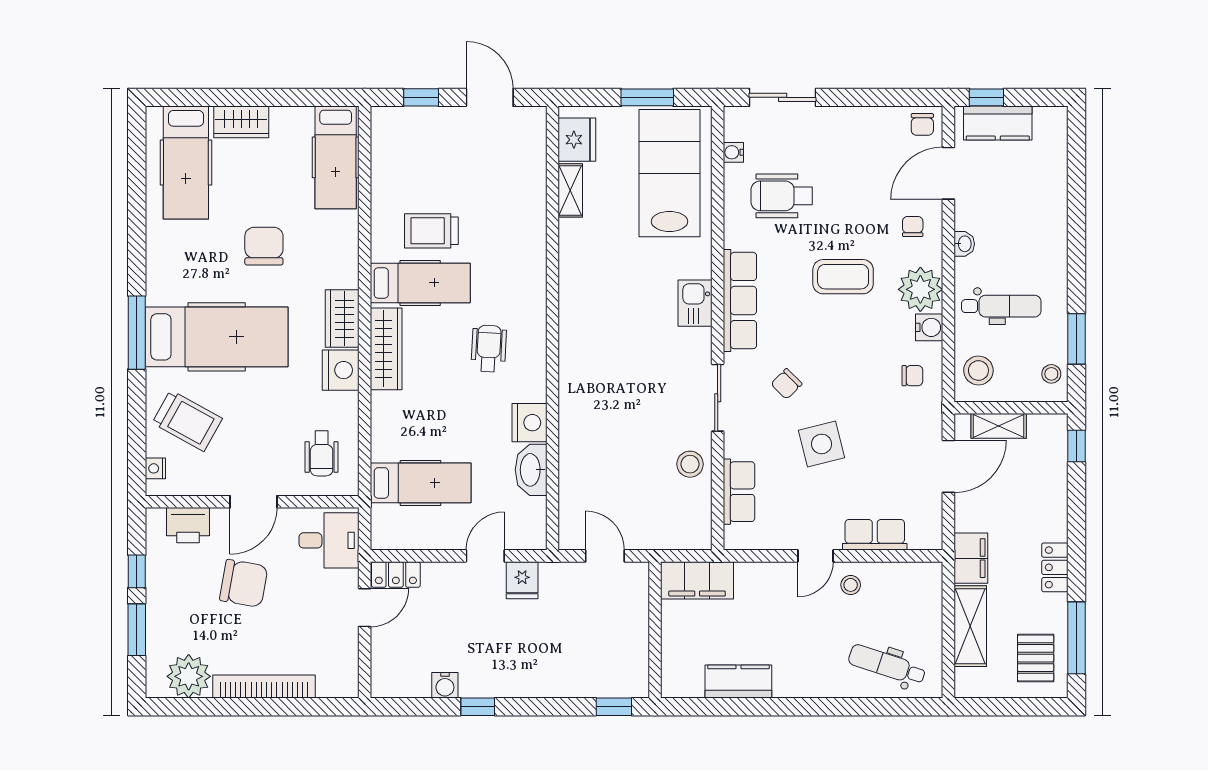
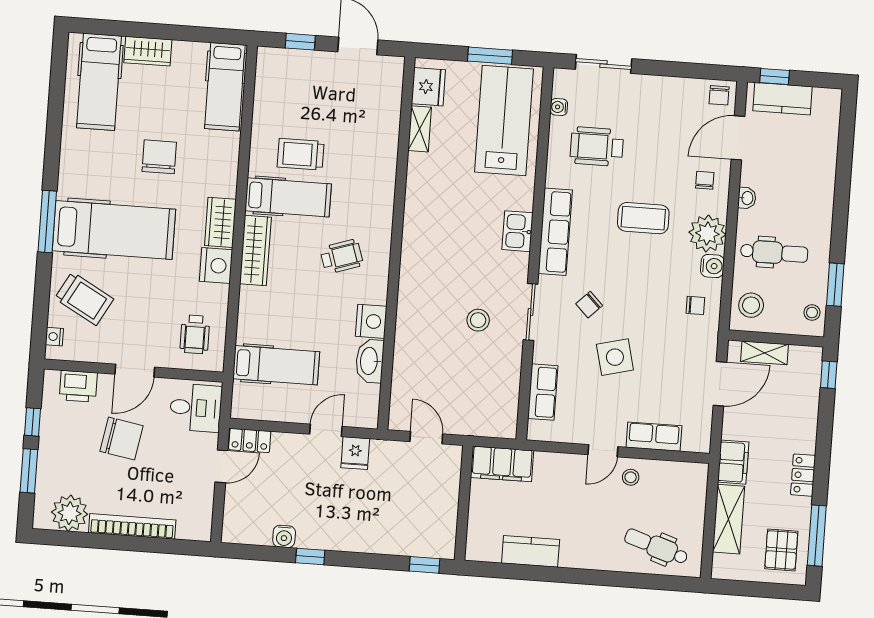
wheelchair: (489, 348) -> (342, 257), turned 69
stool: (690, 464) -> (478, 320), moved

